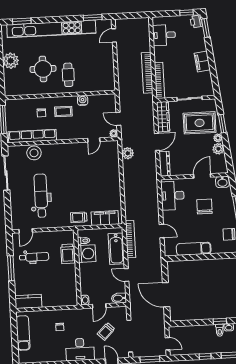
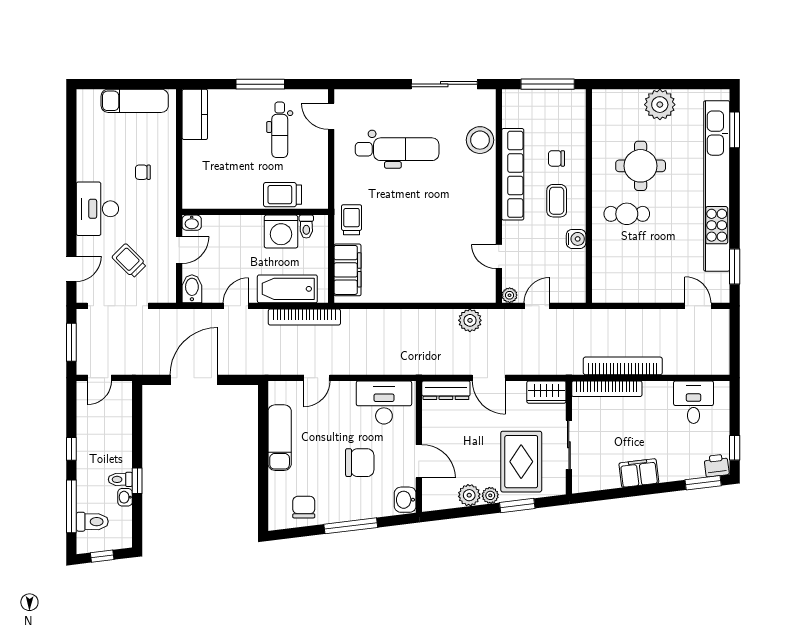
wardrobe: (163, 117) -> (546, 392), width x0.67
row of seats: (32, 136) -> (513, 174), moved
door: (99, 306) -> (179, 250), swing flipped

